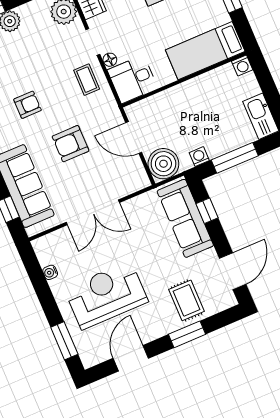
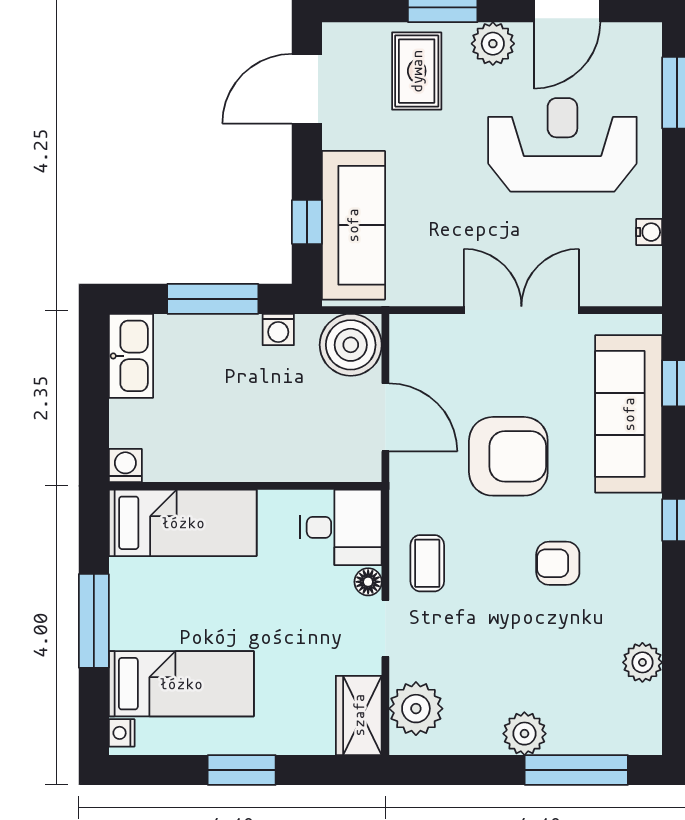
armchair: (71, 144) -> (508, 456), width x1.36, depth x1.36
reception desk: (106, 295) -> (562, 145), turned 180
plant: (157, 327) -> (493, 44), added

